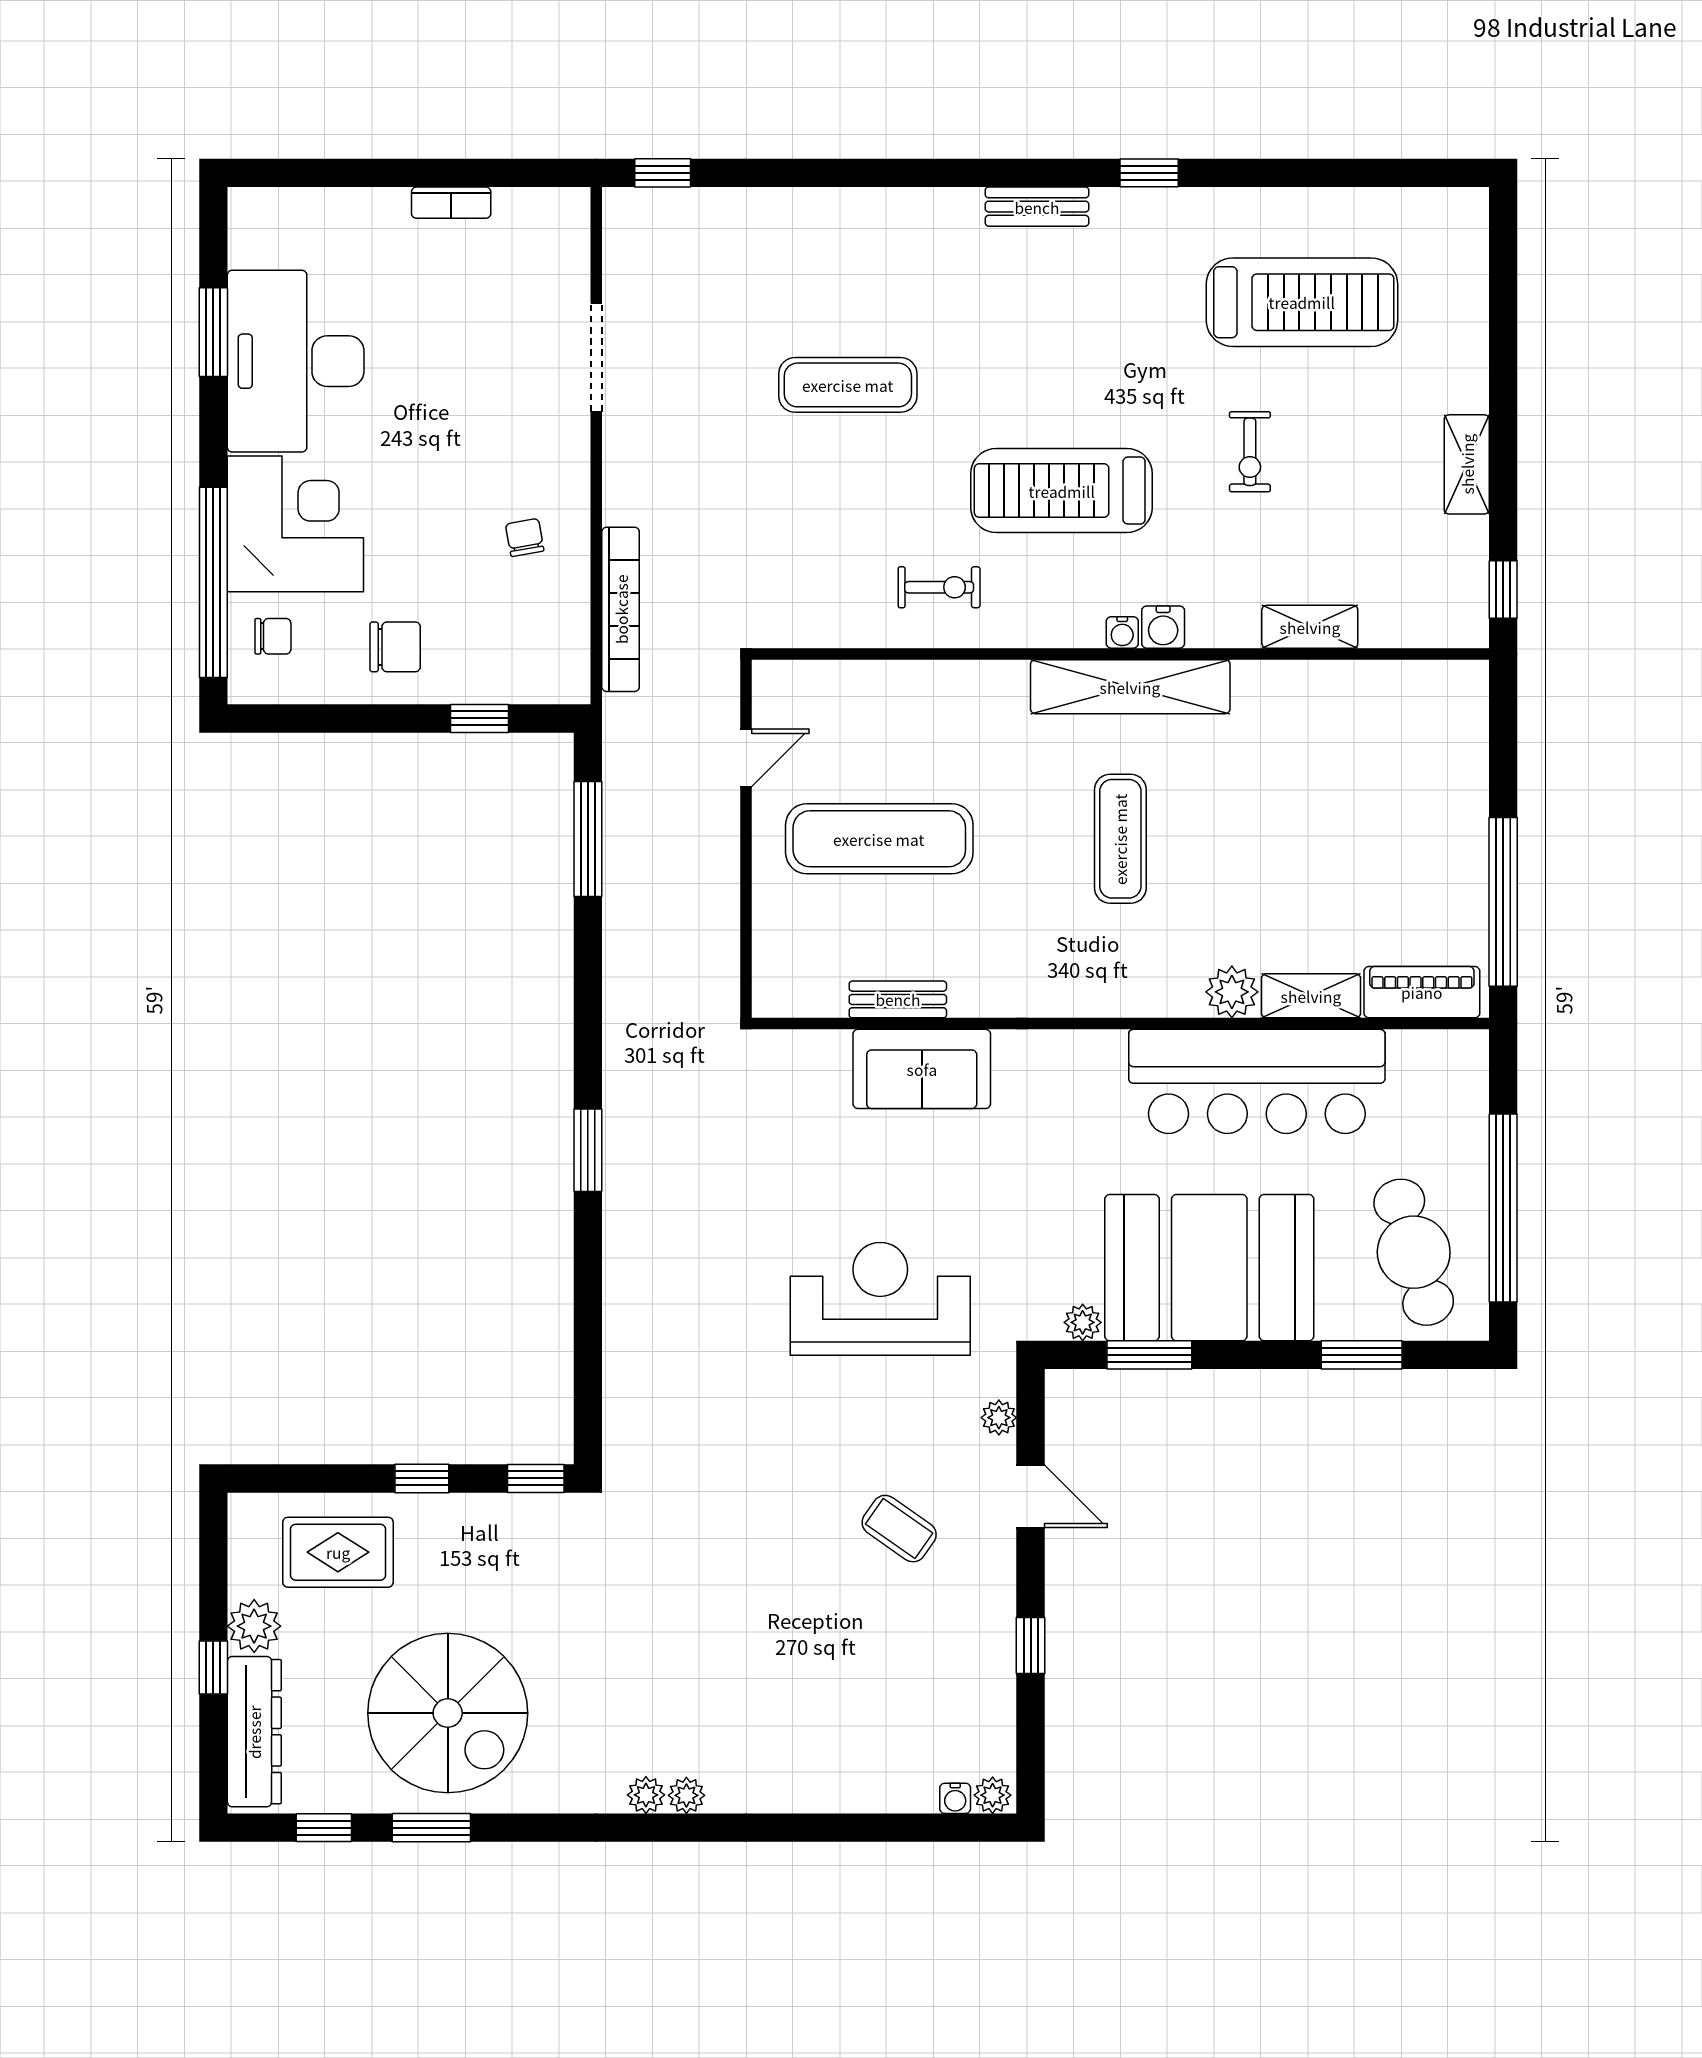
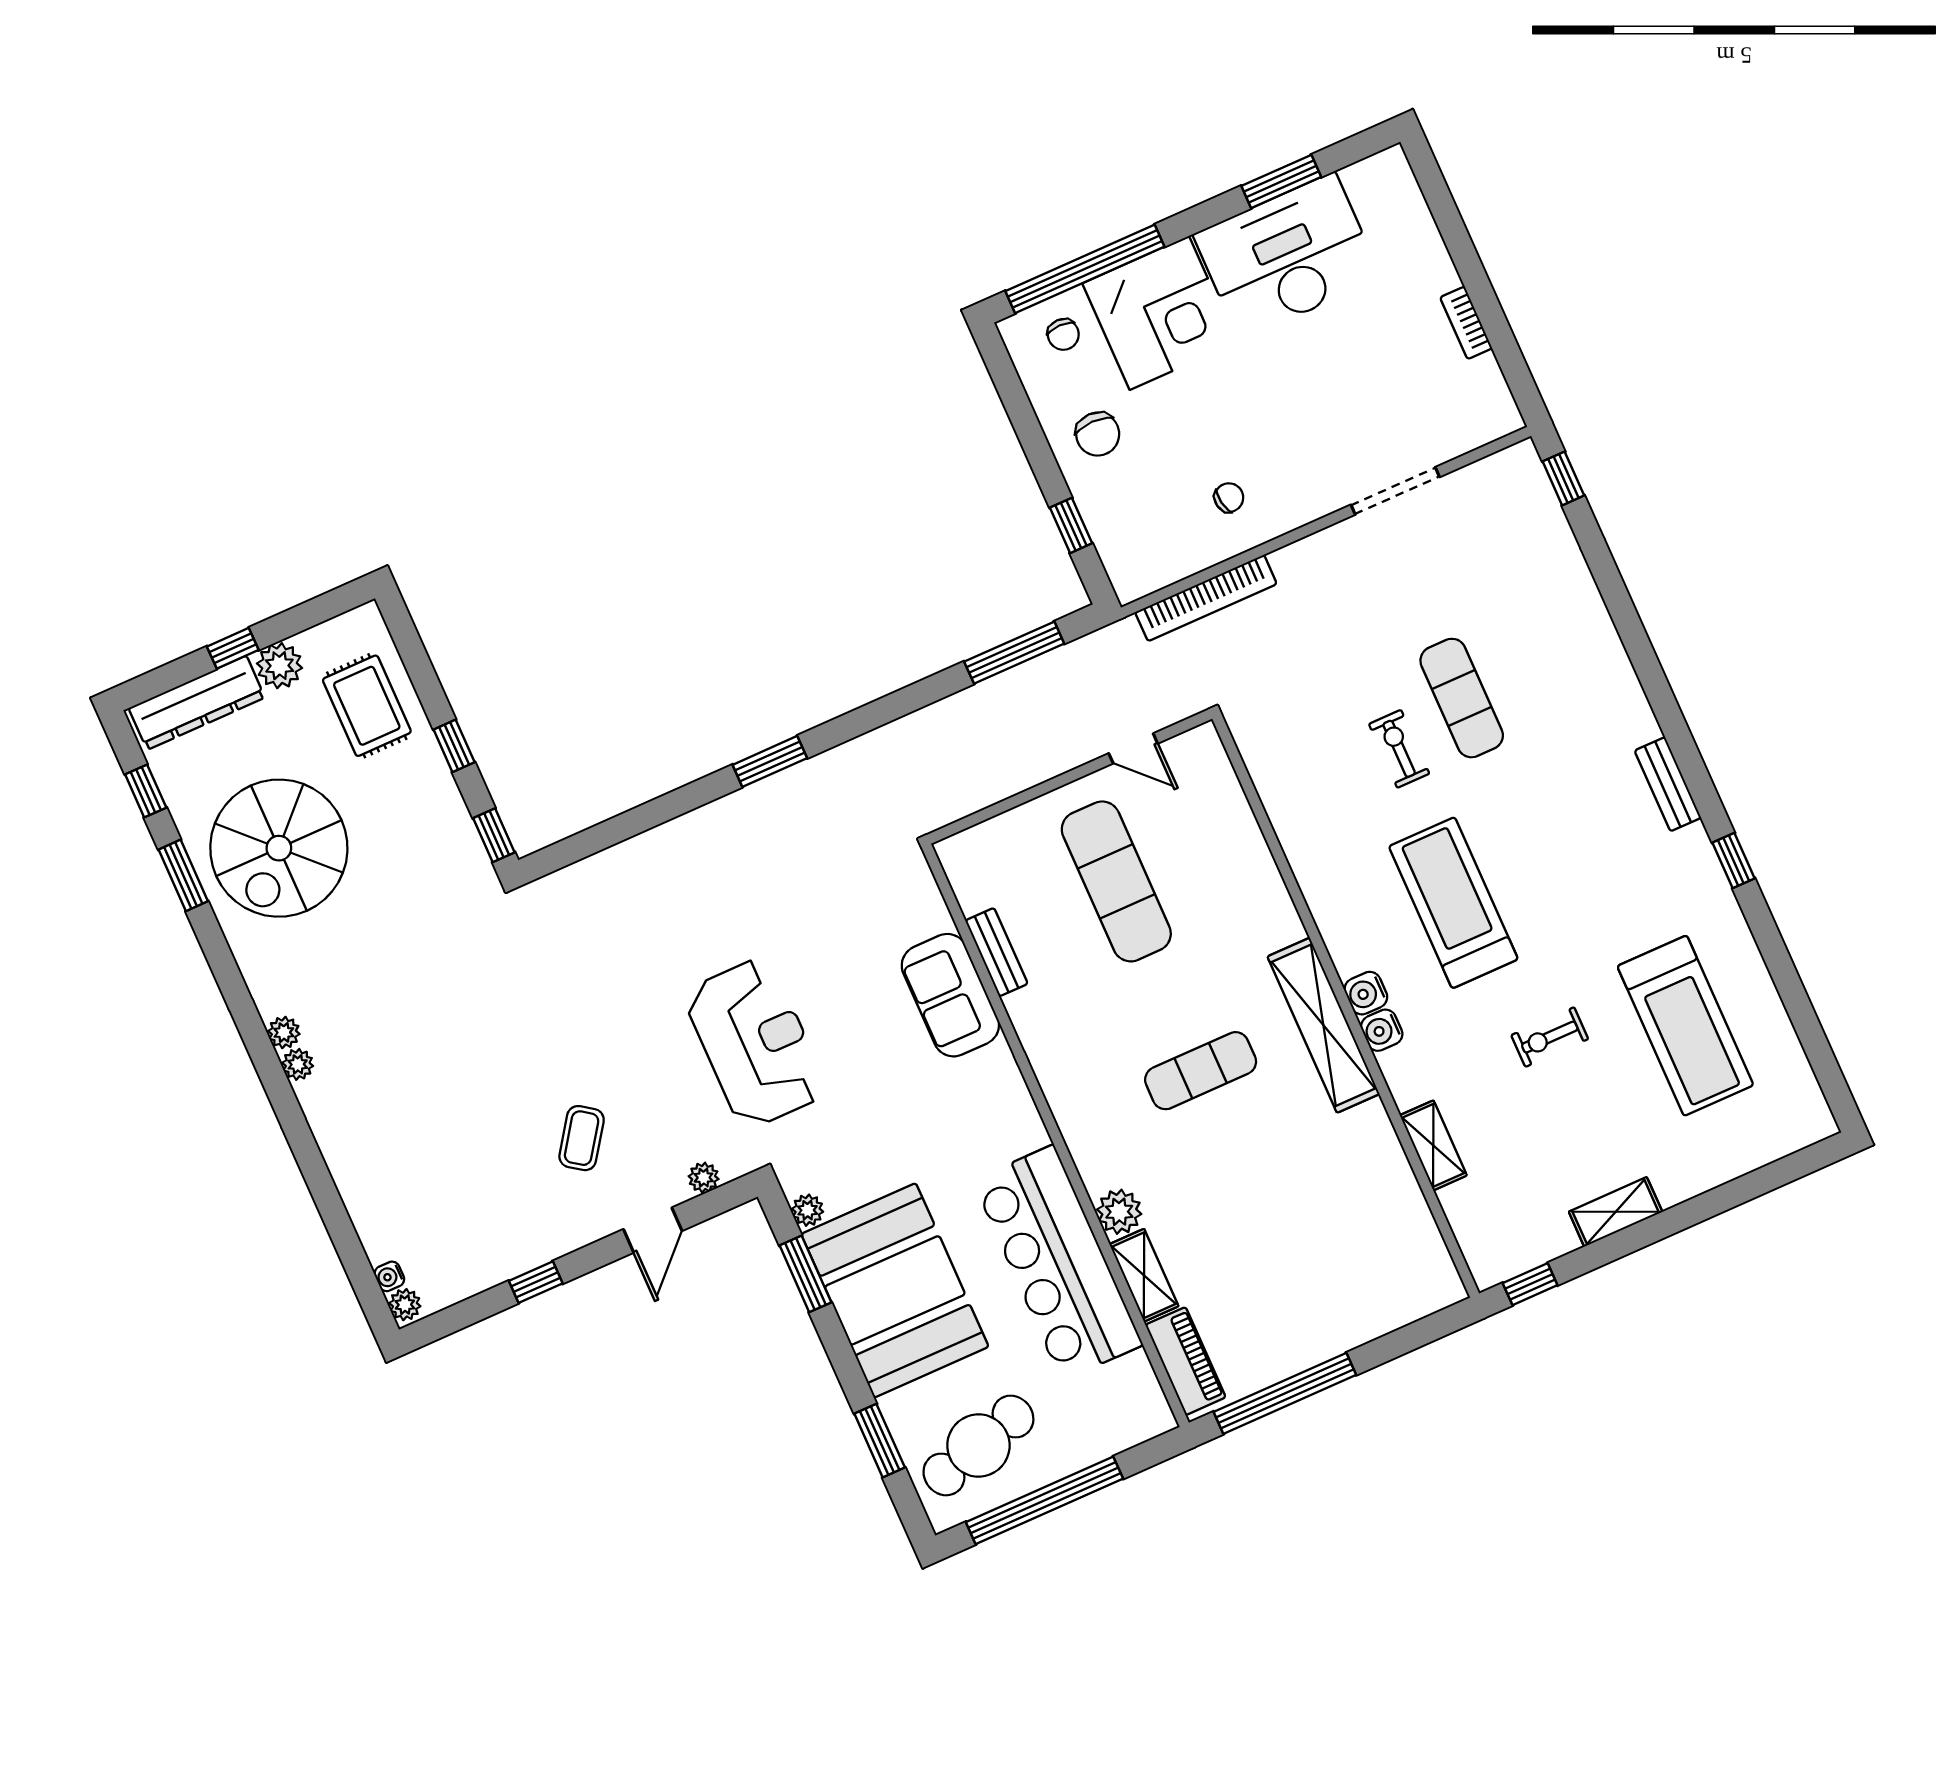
exercise bike: (939, 587) -> (1399, 749), moved, turned 180
water cooler: (1122, 632) -> (1366, 993), width x1.38, depth x1.38

